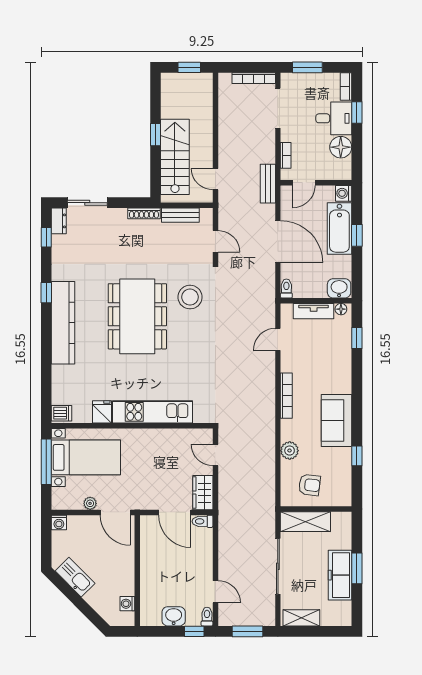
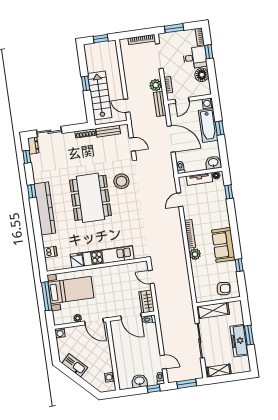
plant: (266, 153) -> (156, 85), added
dishwasher: (62, 413) -> (50, 252), moved
plant: (290, 451) -> (195, 254), moved
armchair: (309, 485) -> (224, 289), moved

